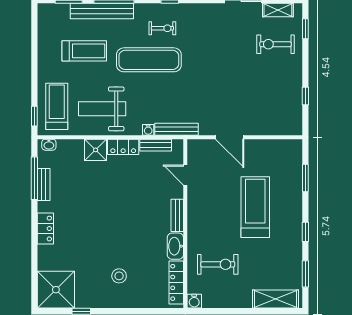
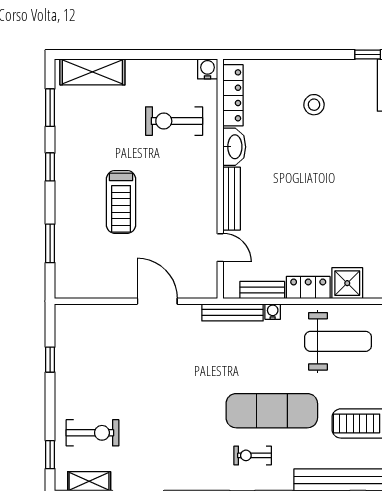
treadmill: (255, 207) -> (121, 202), width x0.73, depth x0.73
bench: (177, 215) -> (232, 199), width x1.36

